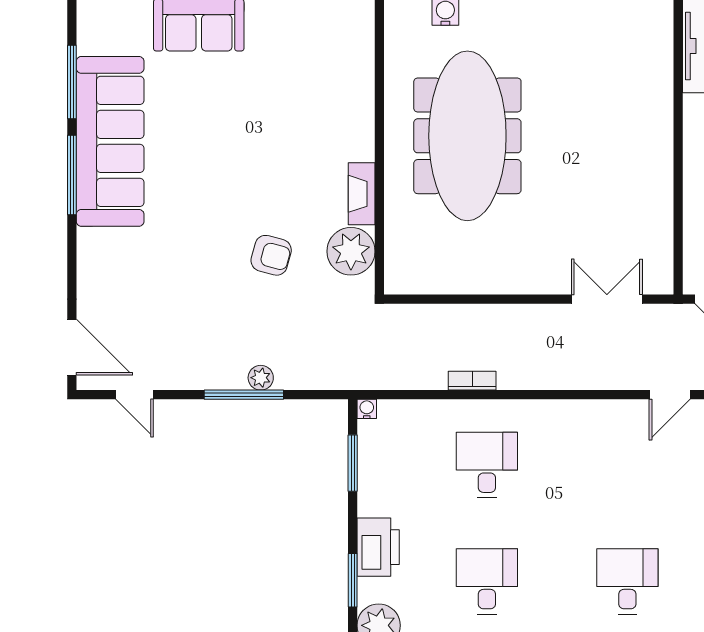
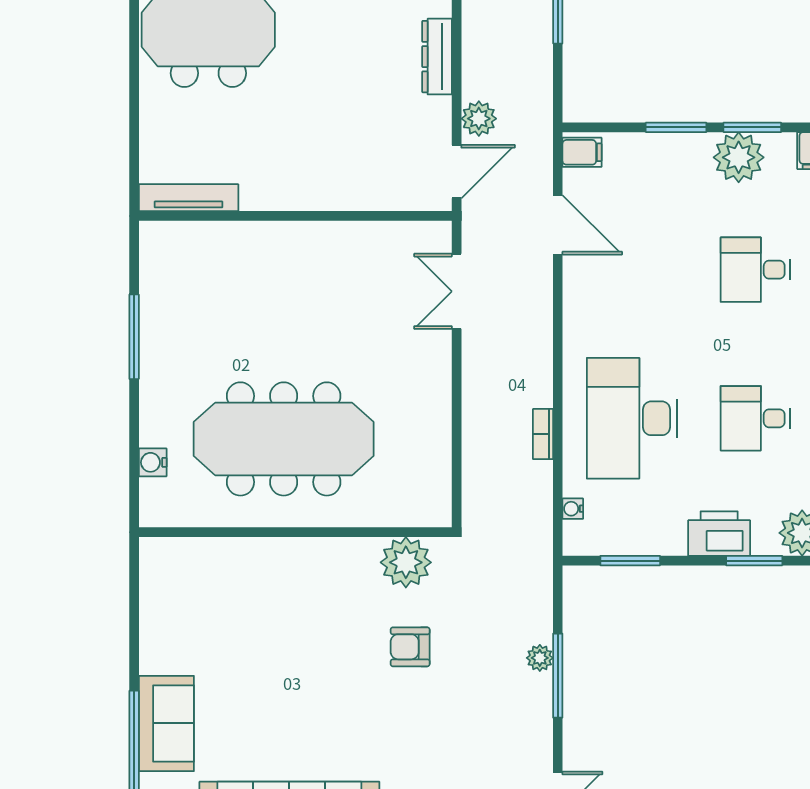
fireplace: (362, 194) -> (345, 551), removed
armchair: (271, 255) -> (410, 647), turned -105
door: (670, 395) -> (558, 225), width x1.38
water cooler: (367, 409) -> (573, 509), moved
desk: (487, 465) -> (632, 418), width x1.87, depth x1.30

